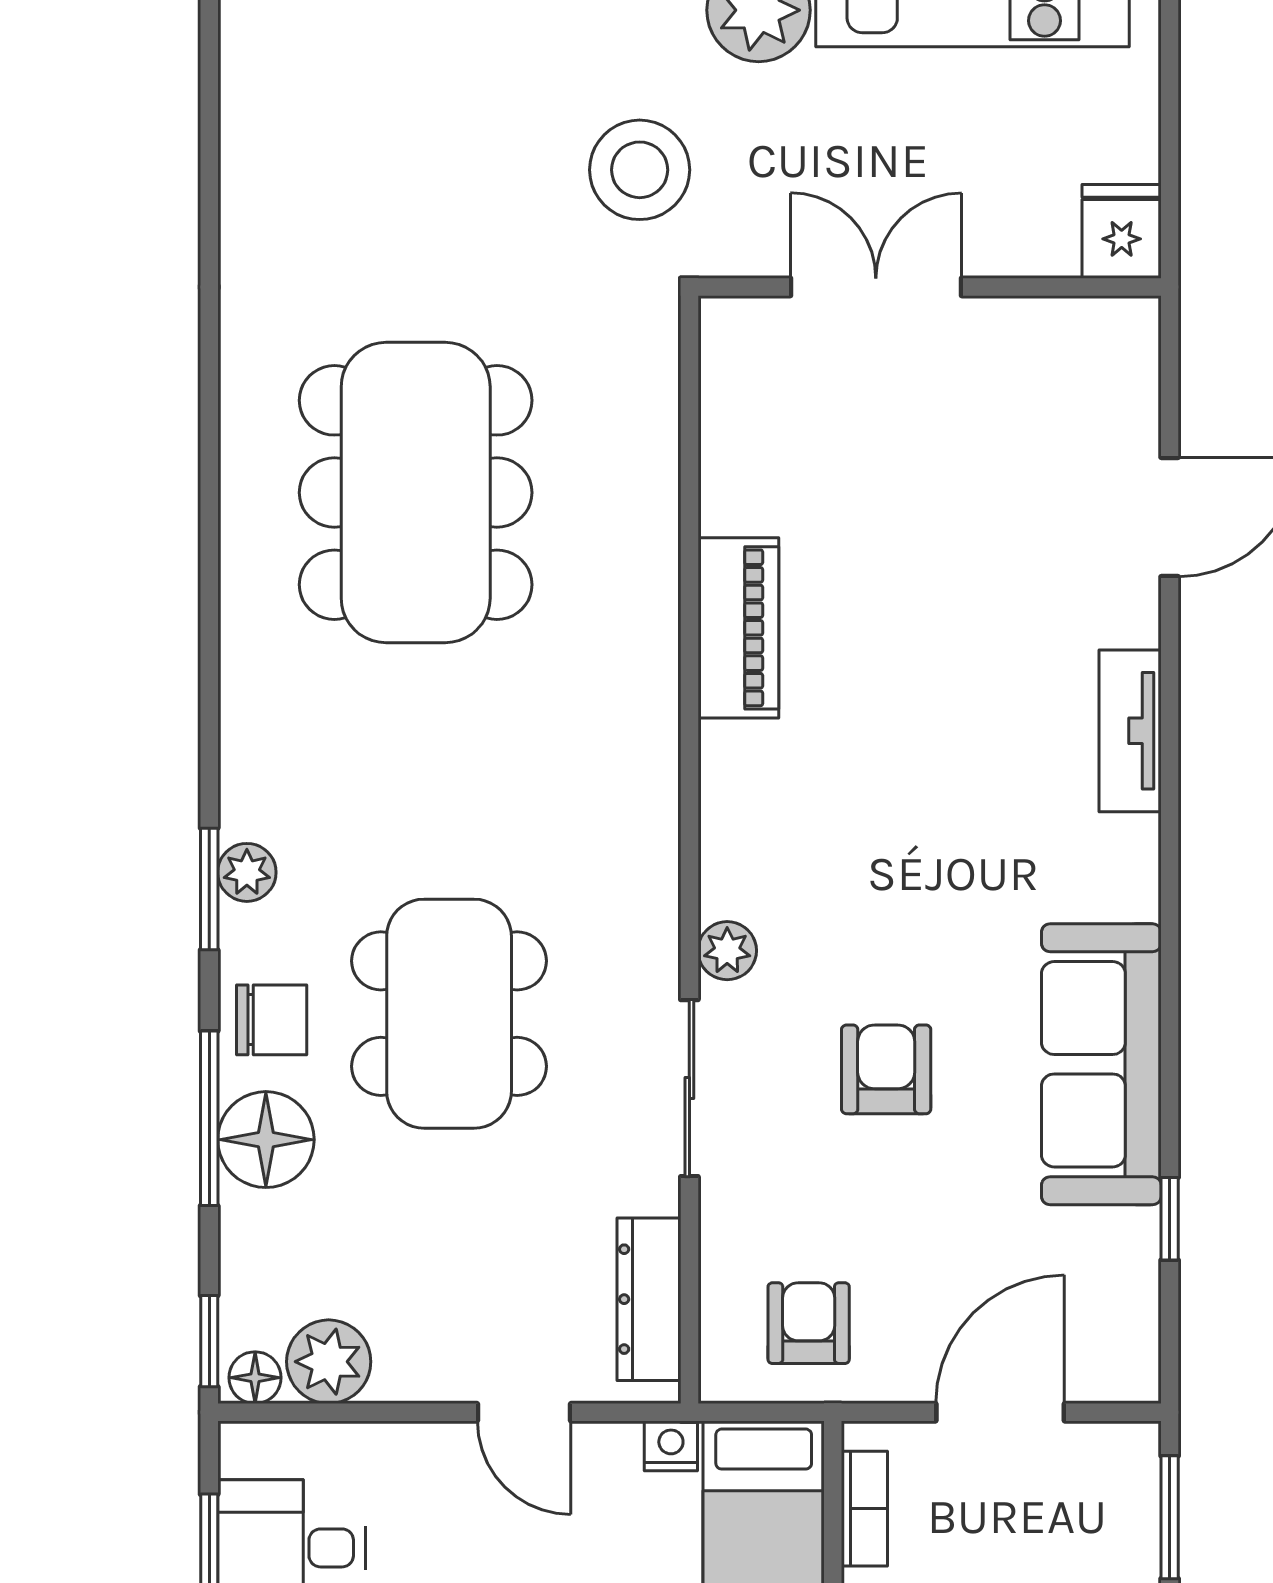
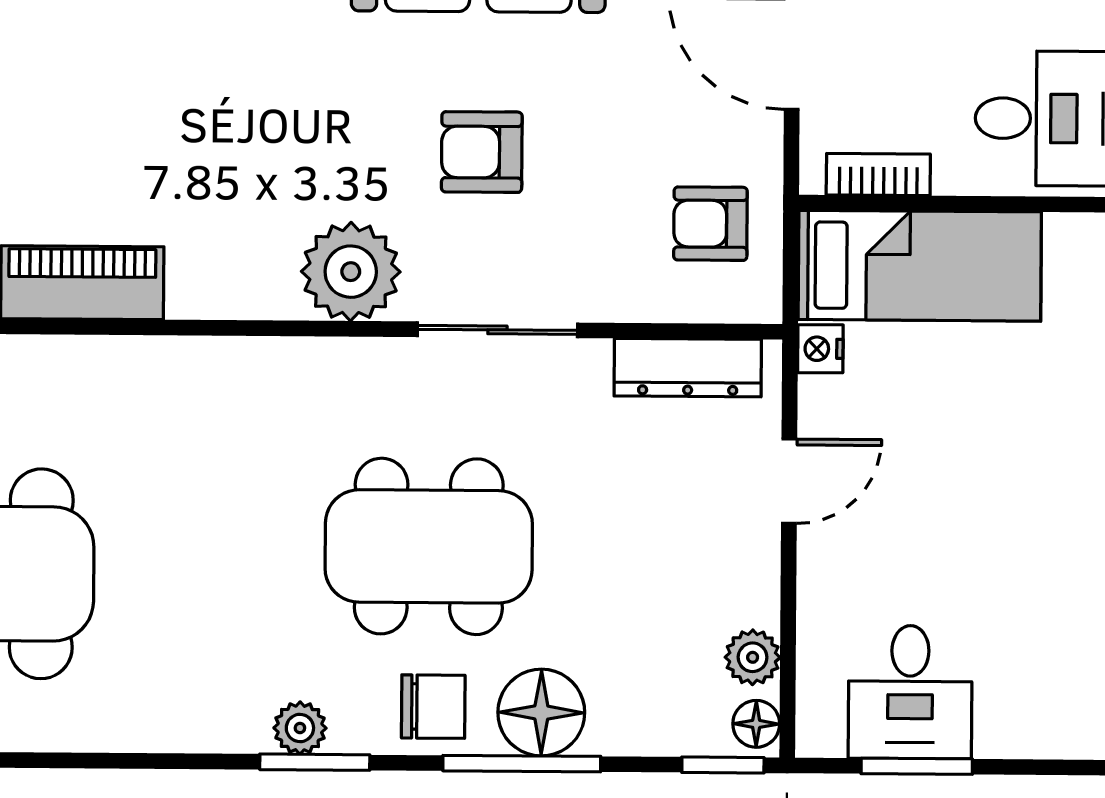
plant: (727, 951) -> (351, 272), width x1.87, depth x1.87
chair: (272, 1020) -> (433, 707), turned 90
plant: (329, 1362) -> (753, 657), width x0.73, depth x0.73

